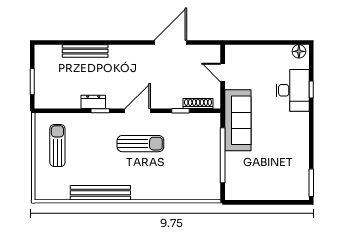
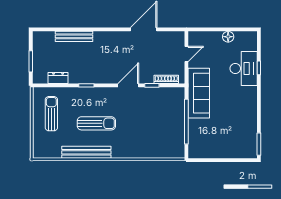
floor lamp: (299, 51) -> (228, 37), moved
door: (223, 73) -> (186, 54), swing flipped
dresser: (93, 102) -> (58, 78), moved
door: (138, 111) -> (128, 85), moved
sun lounger: (140, 144) -> (96, 123), moved

